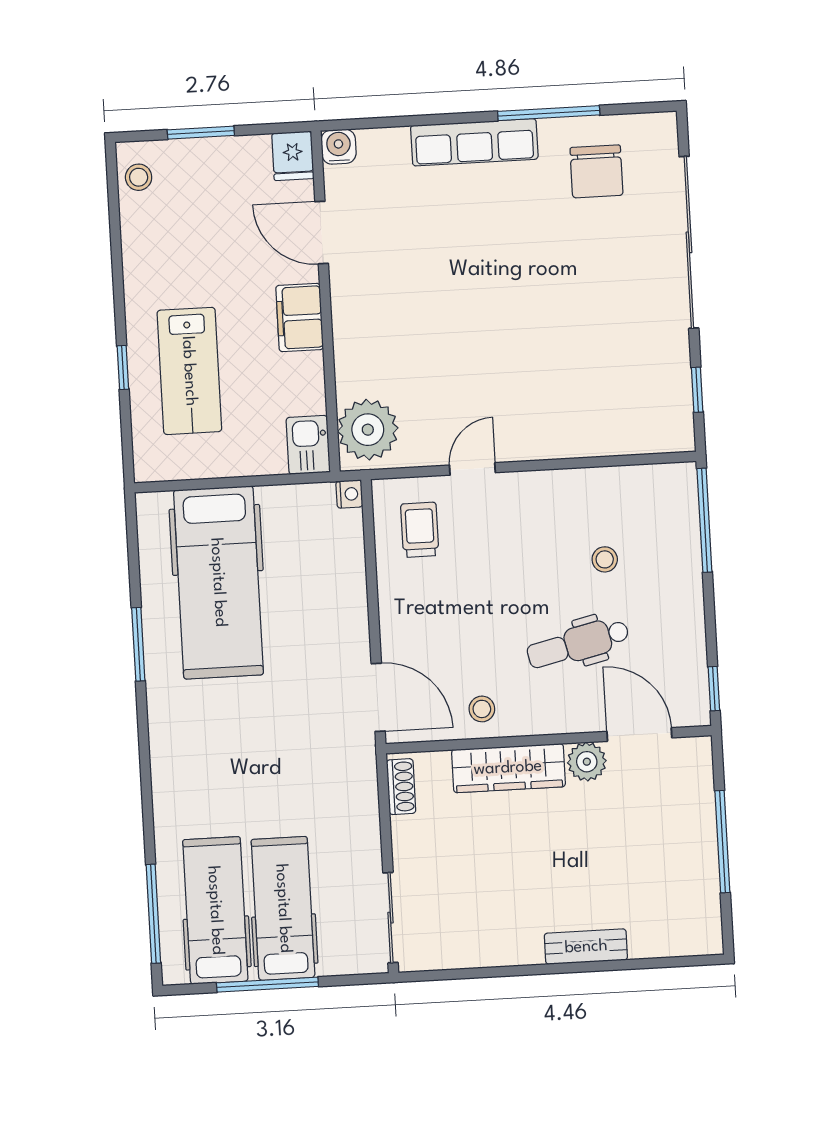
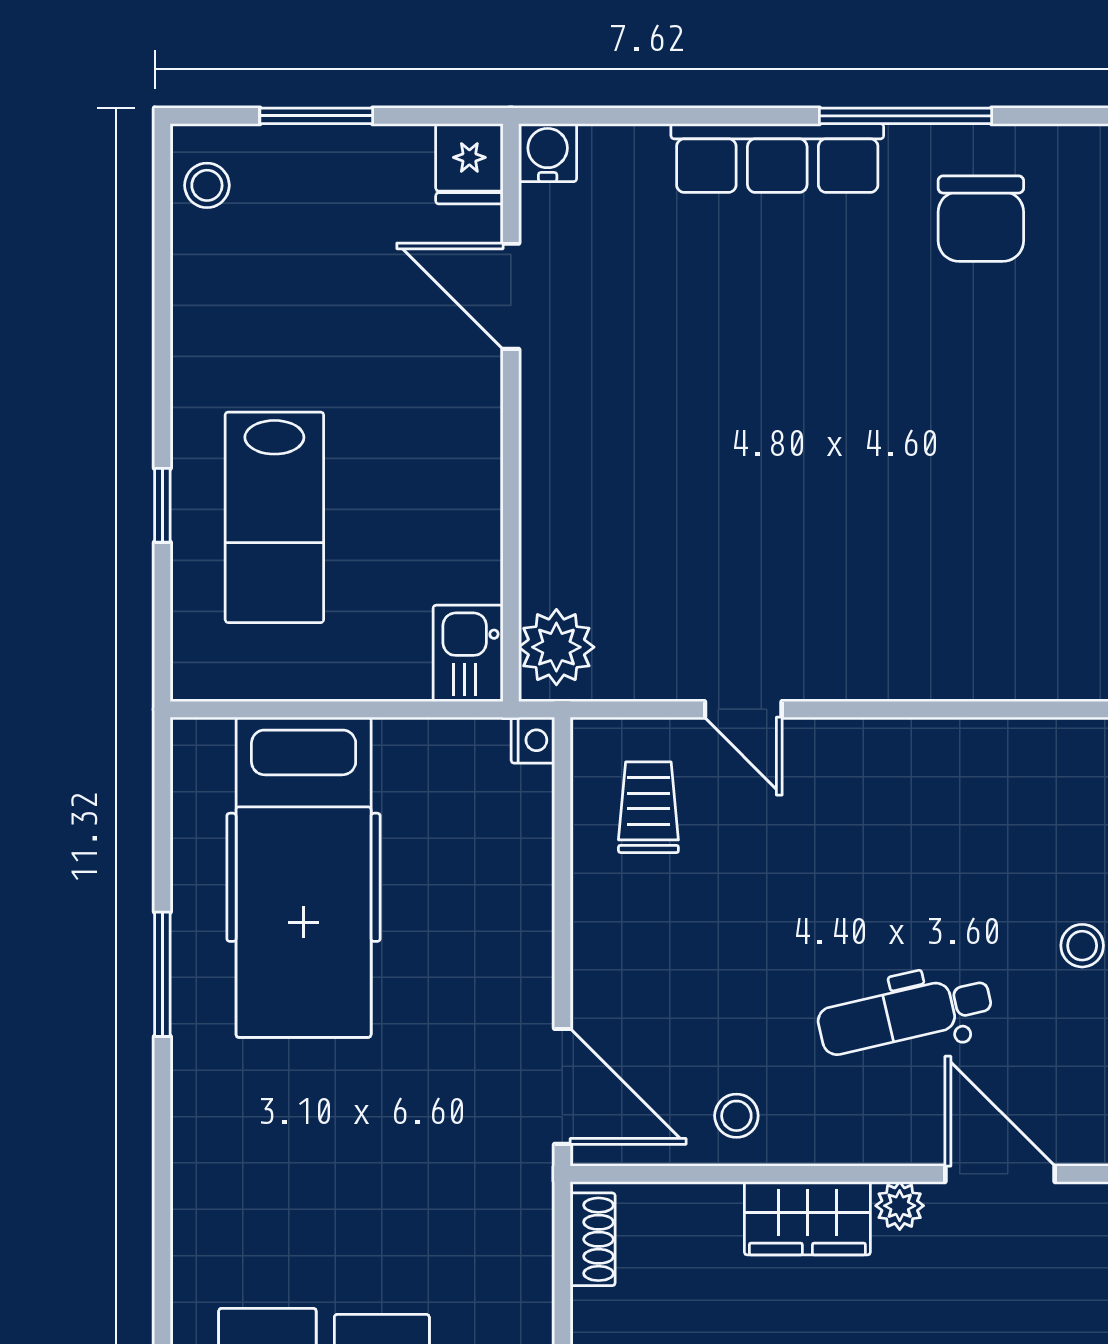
filing cabinet: (300, 317) -> (466, 437), removed
plant: (368, 430) -> (556, 647), width x0.73, depth x0.73
door: (472, 469) -> (743, 709), swing flipped
stool: (605, 559) -> (1082, 946), moved
plant: (587, 762) -> (900, 1206), width x0.73, depth x0.73
wardrobe: (508, 768) -> (807, 1218), width x0.67

